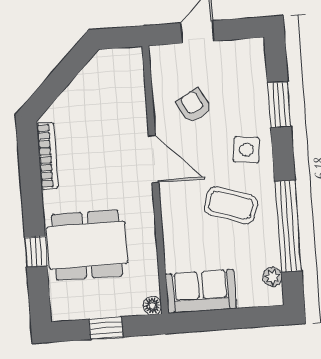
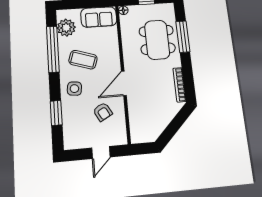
door: (154, 159) -> (124, 83), hinge flipped
dining table: (87, 245) -> (157, 40), turned 90
window: (36, 252) -> (183, 37), width x2.17
plant: (272, 277) -> (66, 28), width x1.88, depth x1.88

